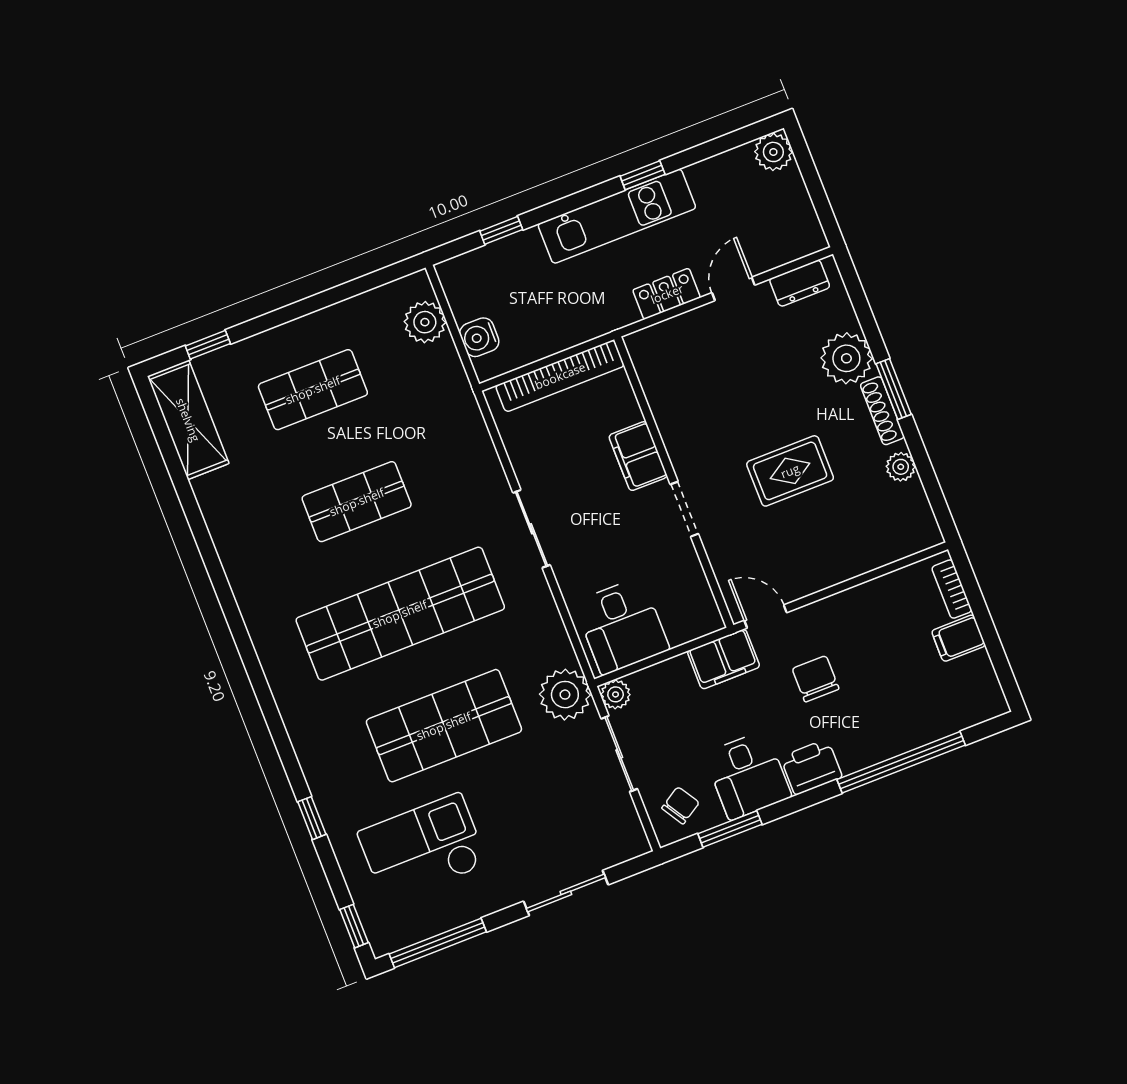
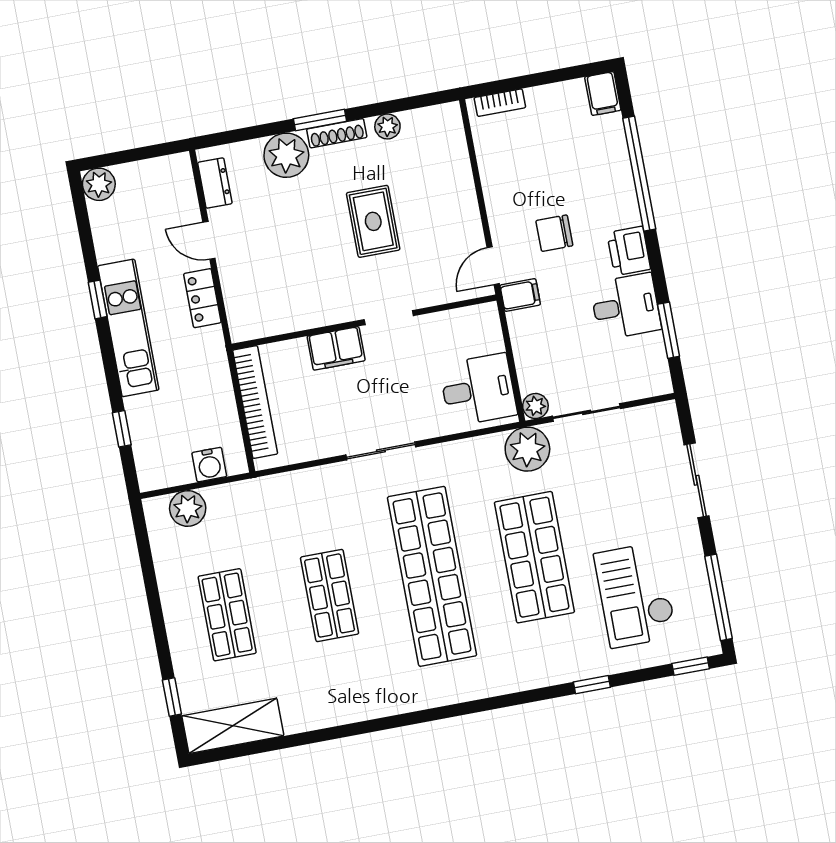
filing cabinet: (959, 638) -> (603, 94), moved
filing cabinet: (724, 659) -> (520, 295), width x0.50
chair: (680, 805) -> (640, 369), removed

